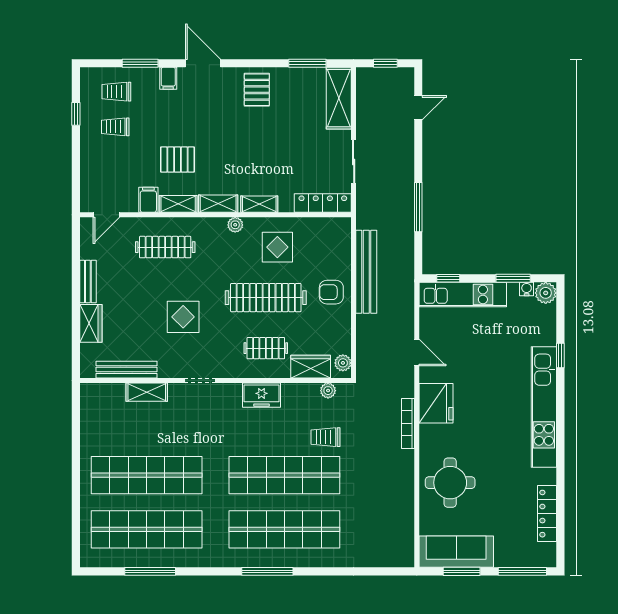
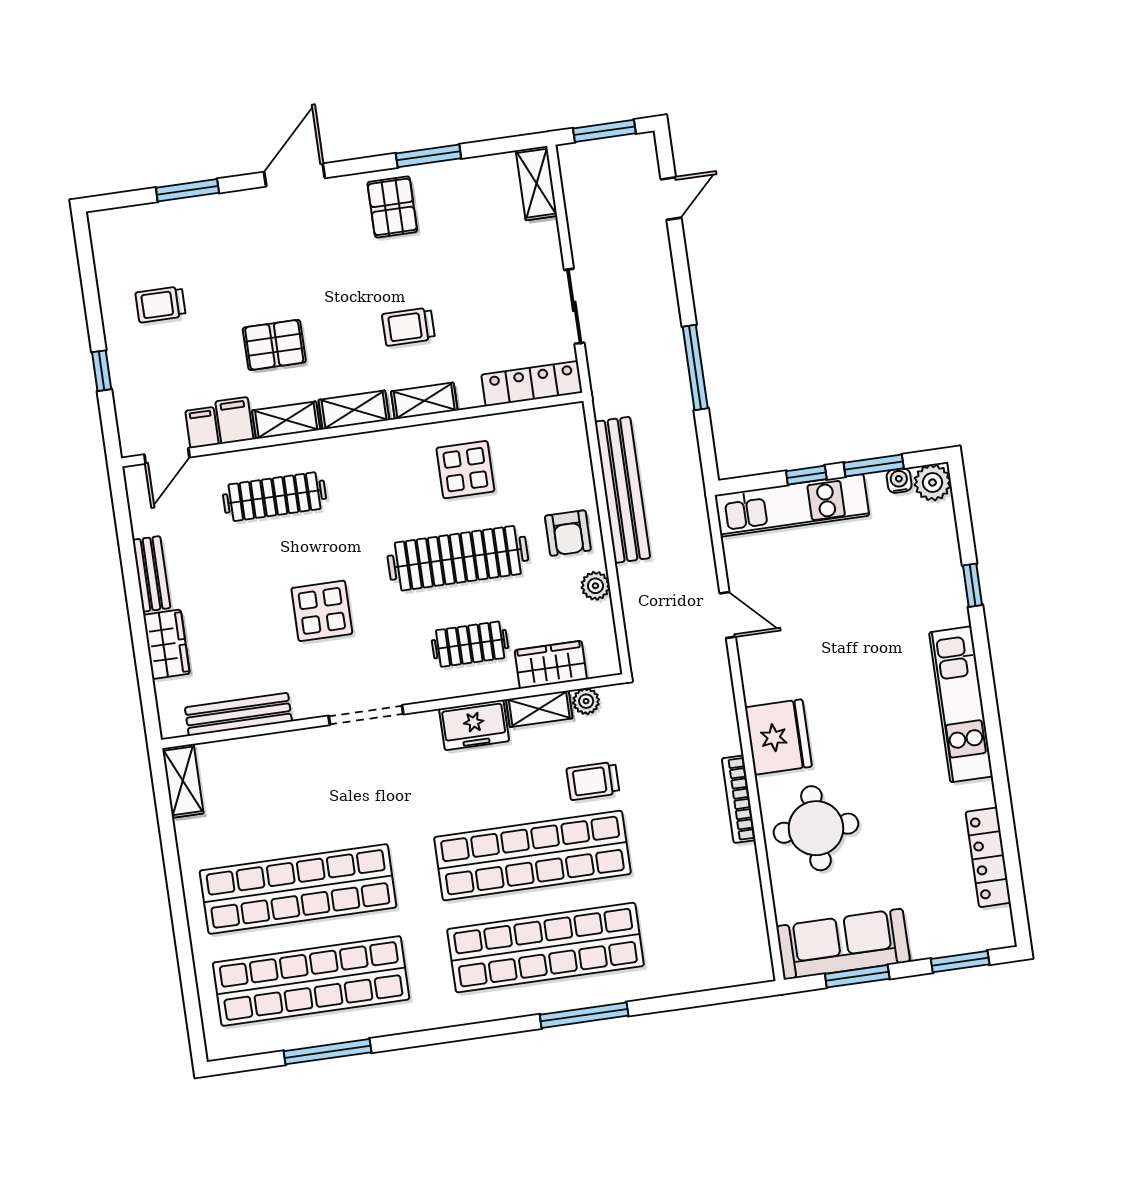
door: (203, 63) -> (294, 175), hinge flipped
window: (307, 63) -> (428, 156), moved
window: (385, 63) -> (604, 131), width x1.50
filing cabinet: (168, 78) -> (202, 428), moved, turned 180
trolley: (116, 92) -> (408, 327), moved
shelving: (339, 98) -> (536, 183), width x0.67, depth x0.75
window: (76, 114) -> (102, 371), moved
plant: (235, 225) -> (388, 442), removed
window: (448, 278) -> (806, 475), moved
armchair: (331, 292) -> (568, 533), turned -90
plant: (343, 363) -> (595, 586), moved
doorway: (200, 380) -> (366, 715), width x1.38
shelving: (300, 391) -> (539, 709), added
shelving: (147, 392) -> (183, 781), moved, turned 90
fridge: (436, 403) -> (778, 737), moved
kitchen unit: (544, 407) -> (961, 704), width x0.73
bookcase: (408, 423) -> (739, 799), moved
window: (267, 571) -> (584, 1015), moved
window: (522, 571) -> (960, 962), width x0.69

